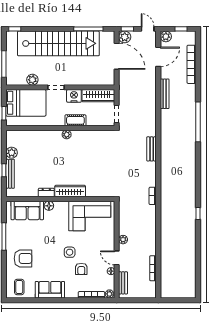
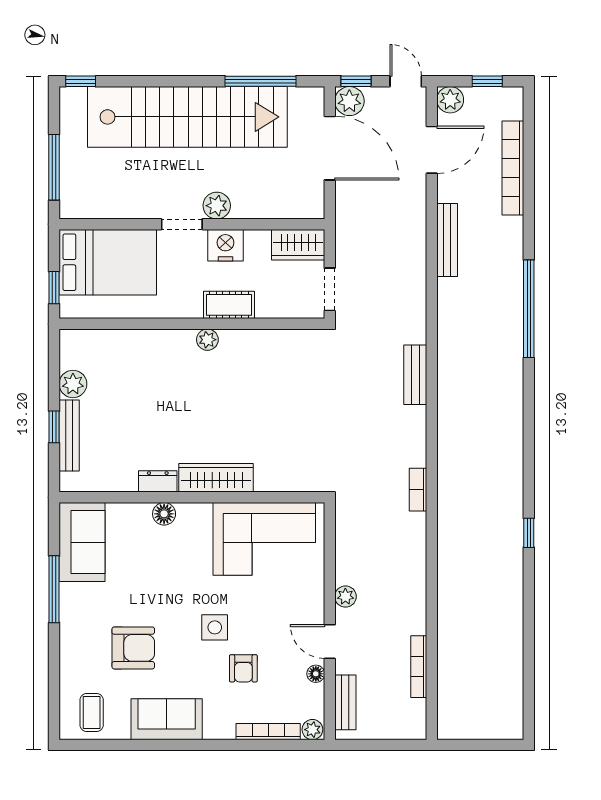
plant: (32, 80) -> (217, 206), moved
wardrobe: (98, 96) -> (298, 245), width x0.67
sofa: (27, 210) -> (82, 542), moved, turned -90
armchair: (23, 258) -> (133, 648), moved

